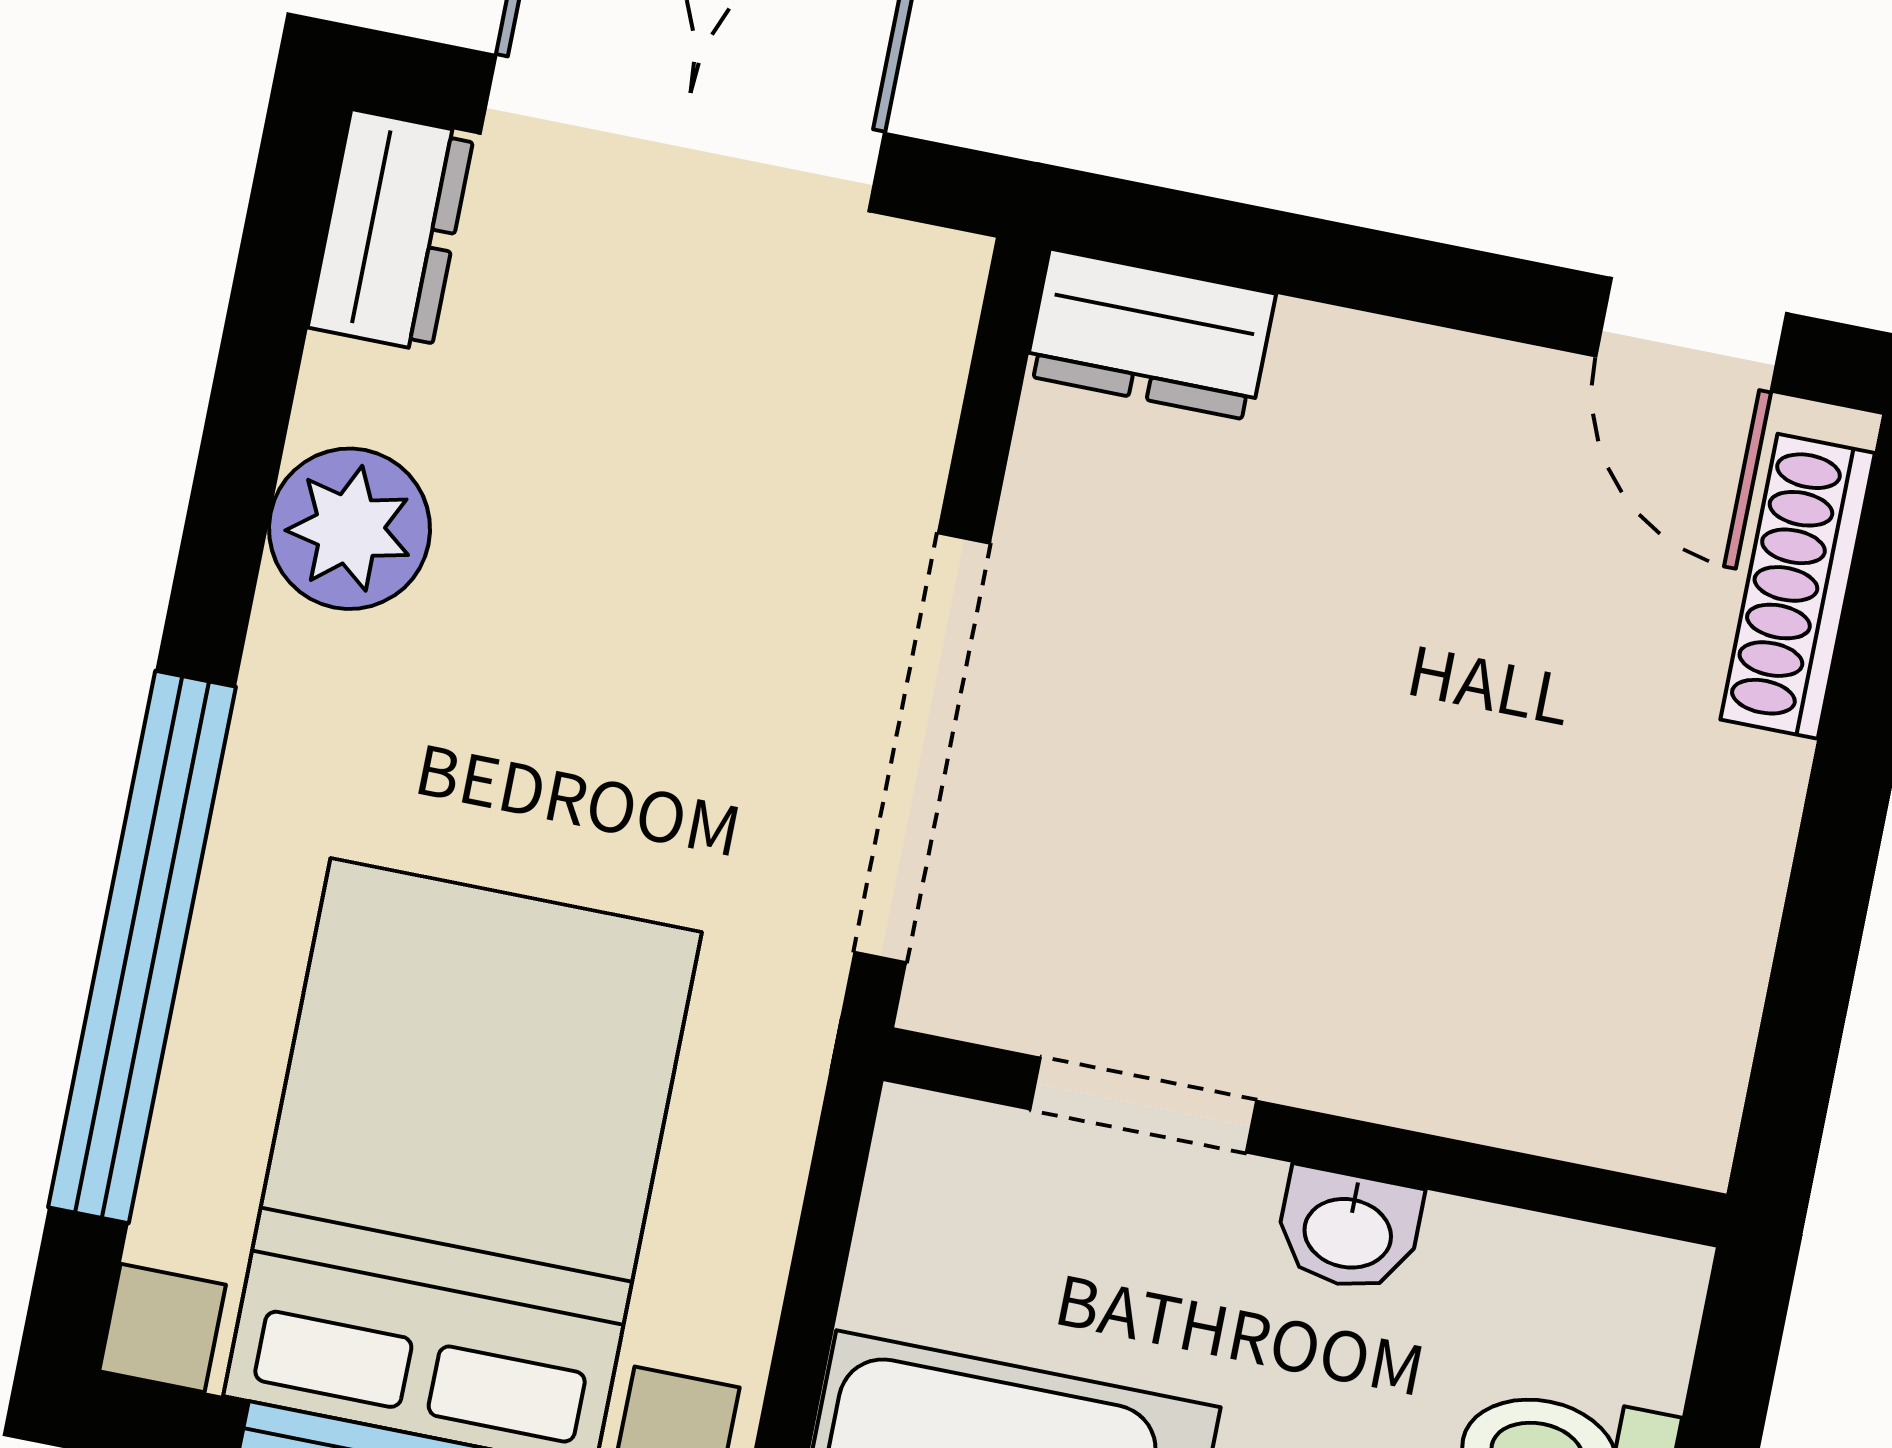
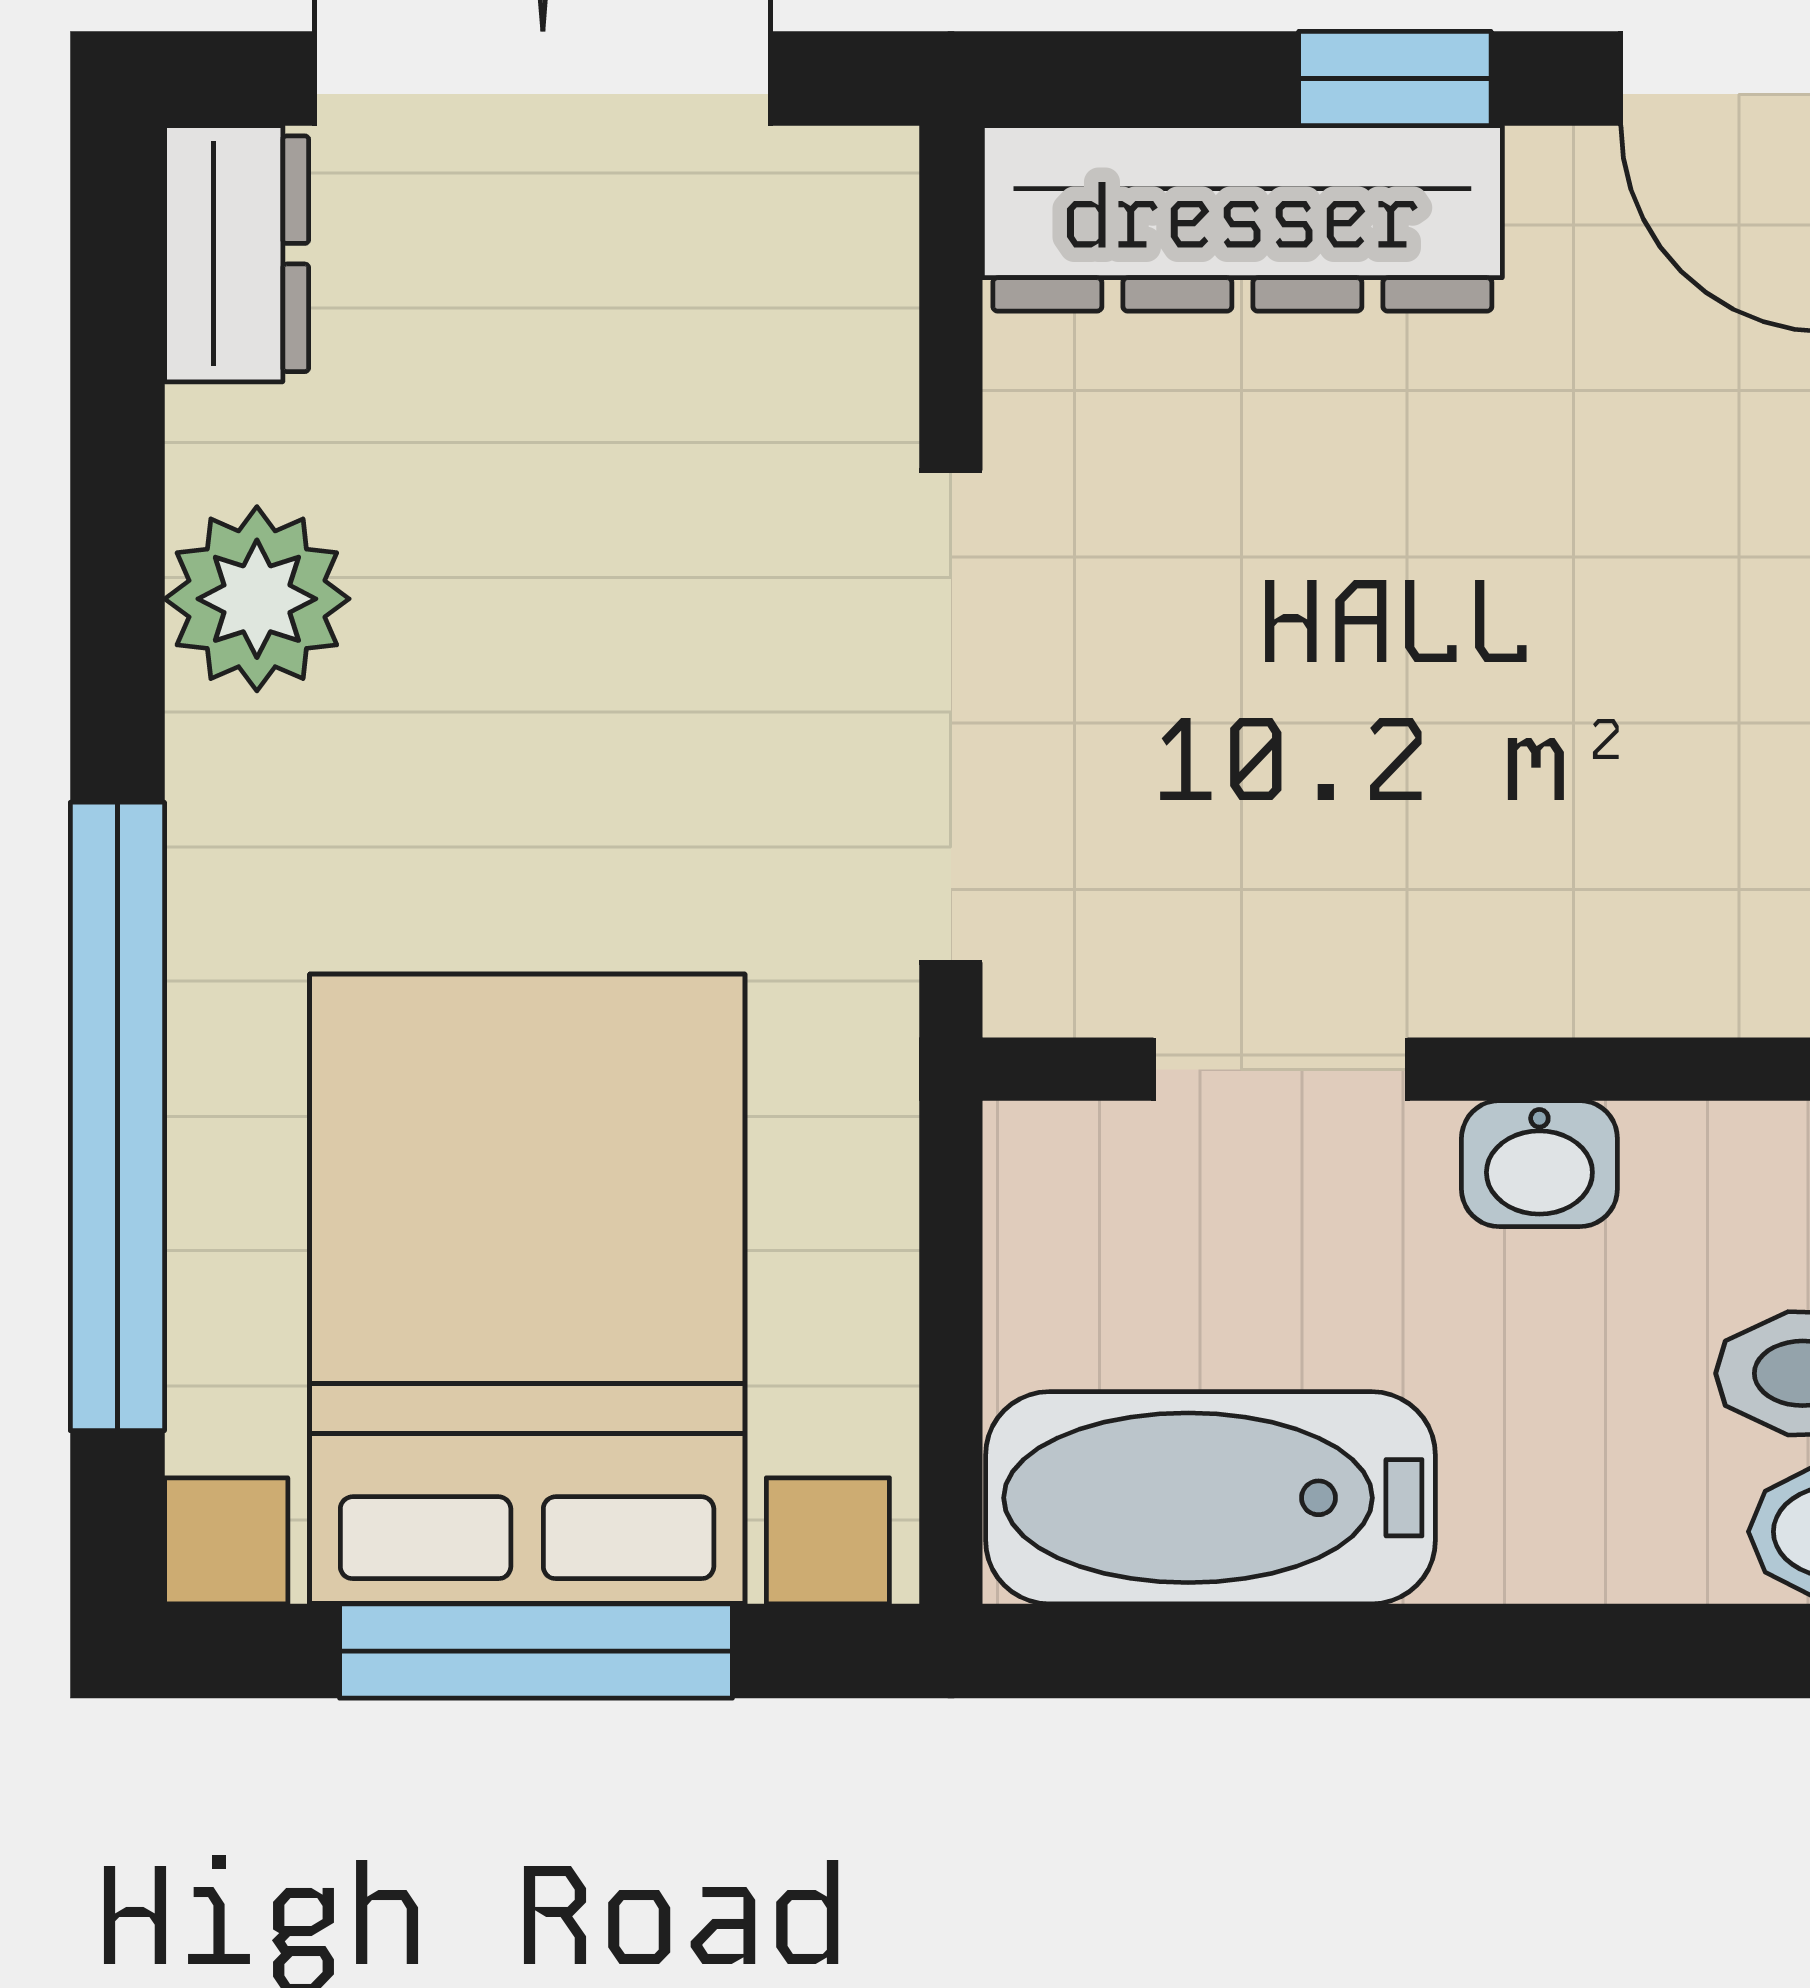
window: (1410, 279) -> (1395, 78), added
dresser: (1150, 335) -> (1242, 218), width x1.96, depth x1.24

